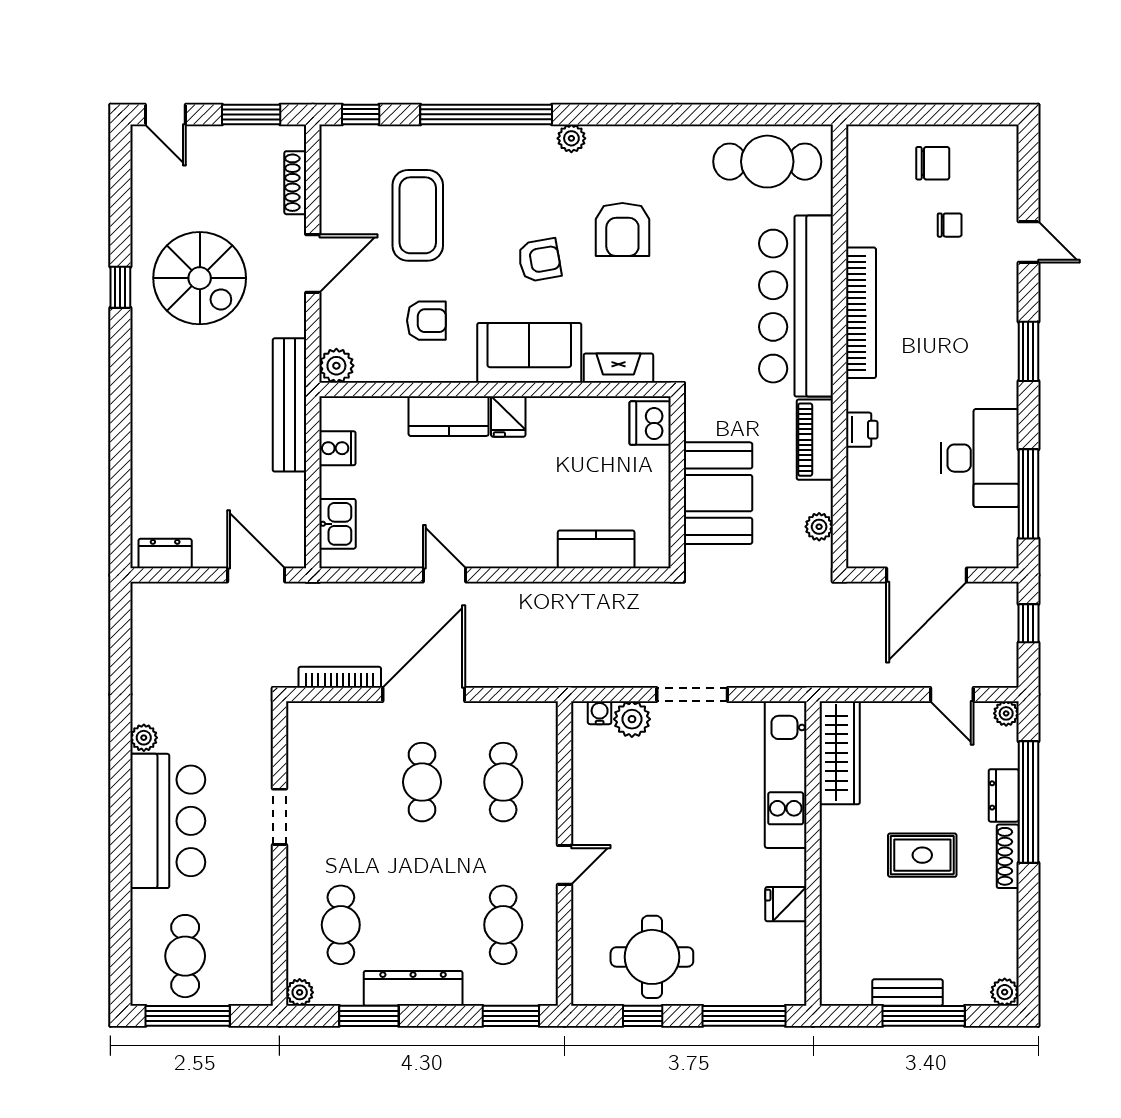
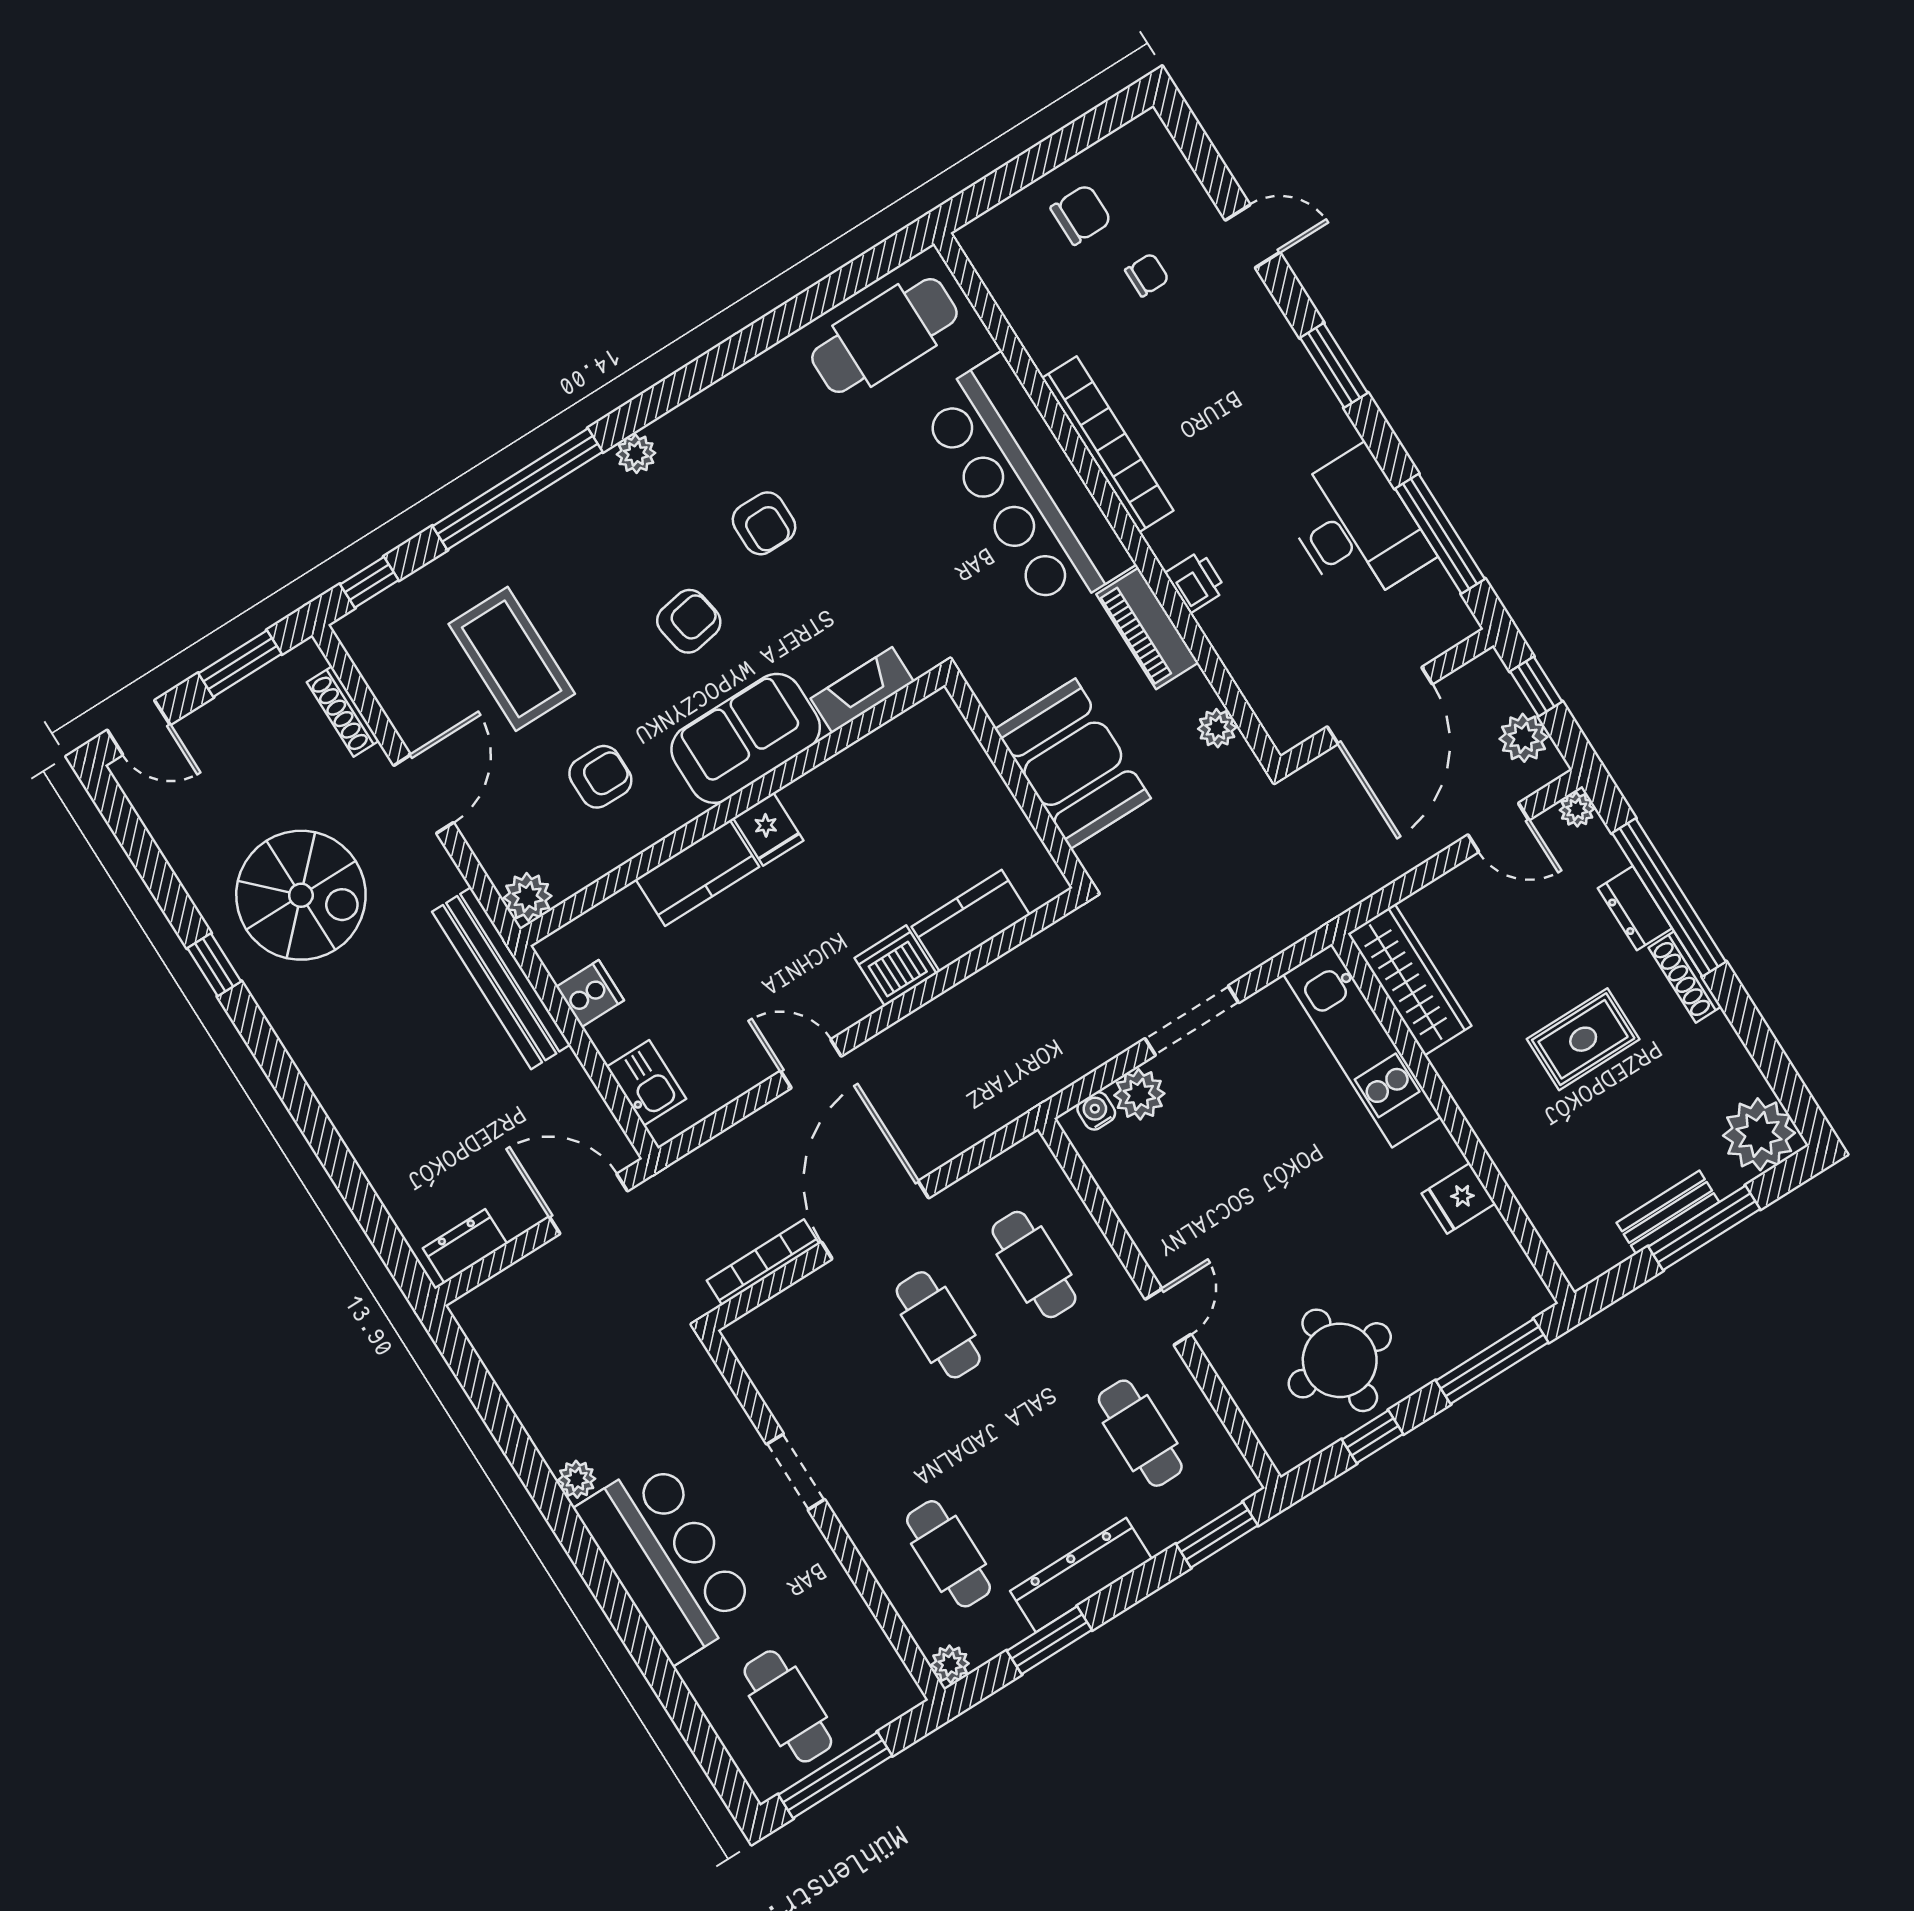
armchair: (622, 229) -> (764, 523), width x0.72, depth x0.72
dishwasher: (650, 423) -> (896, 966), moved, turned 90
plant: (1001, 650) -> (1523, 738), added
plant: (1005, 992) -> (1759, 1134), width x1.87, depth x1.87

